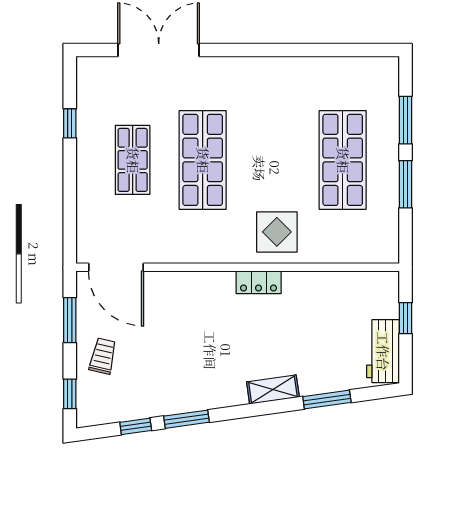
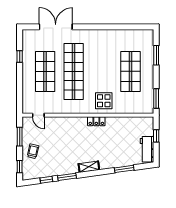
shop shelf: (133, 160) -> (45, 71), width x1.43, depth x1.36
shop shelf: (203, 160) -> (74, 71), width x1.40
window: (406, 184) -> (156, 99), moved
door: (116, 267) -> (38, 115), width x0.53
shelving: (273, 390) -> (89, 167), moved

